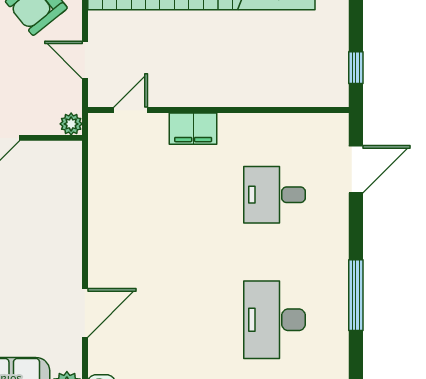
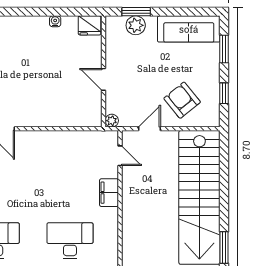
desk: (275, 195) -> (70, 241), width x1.37

